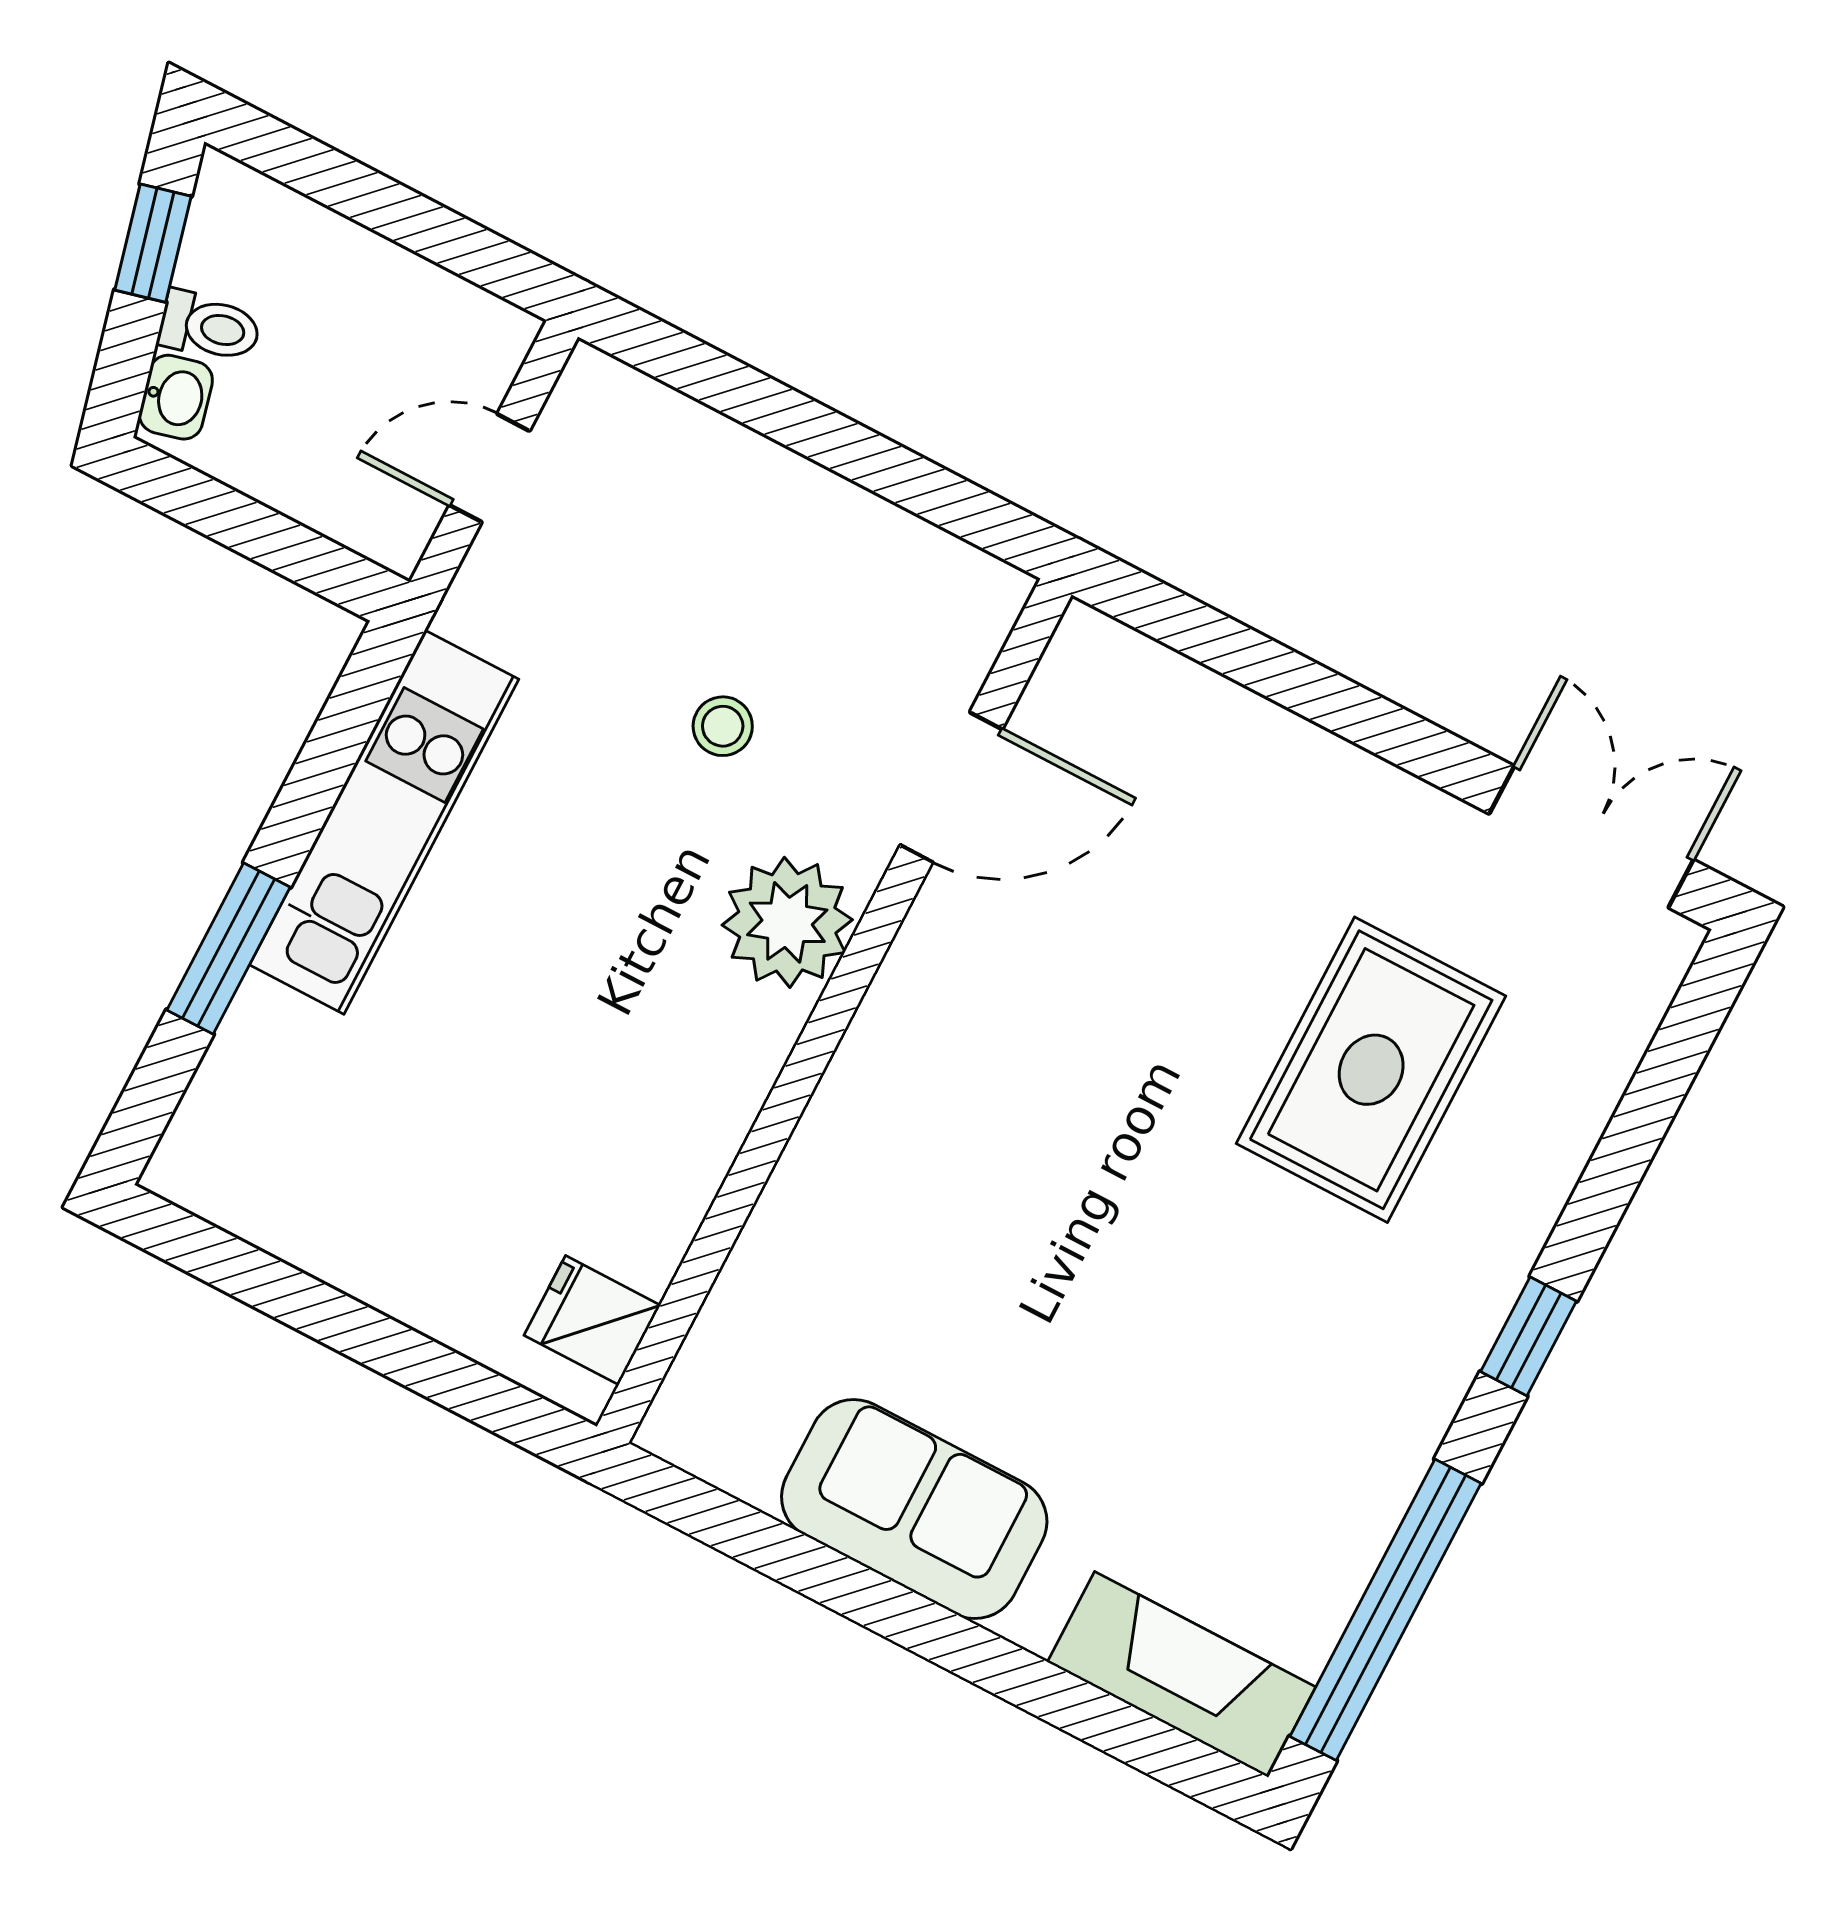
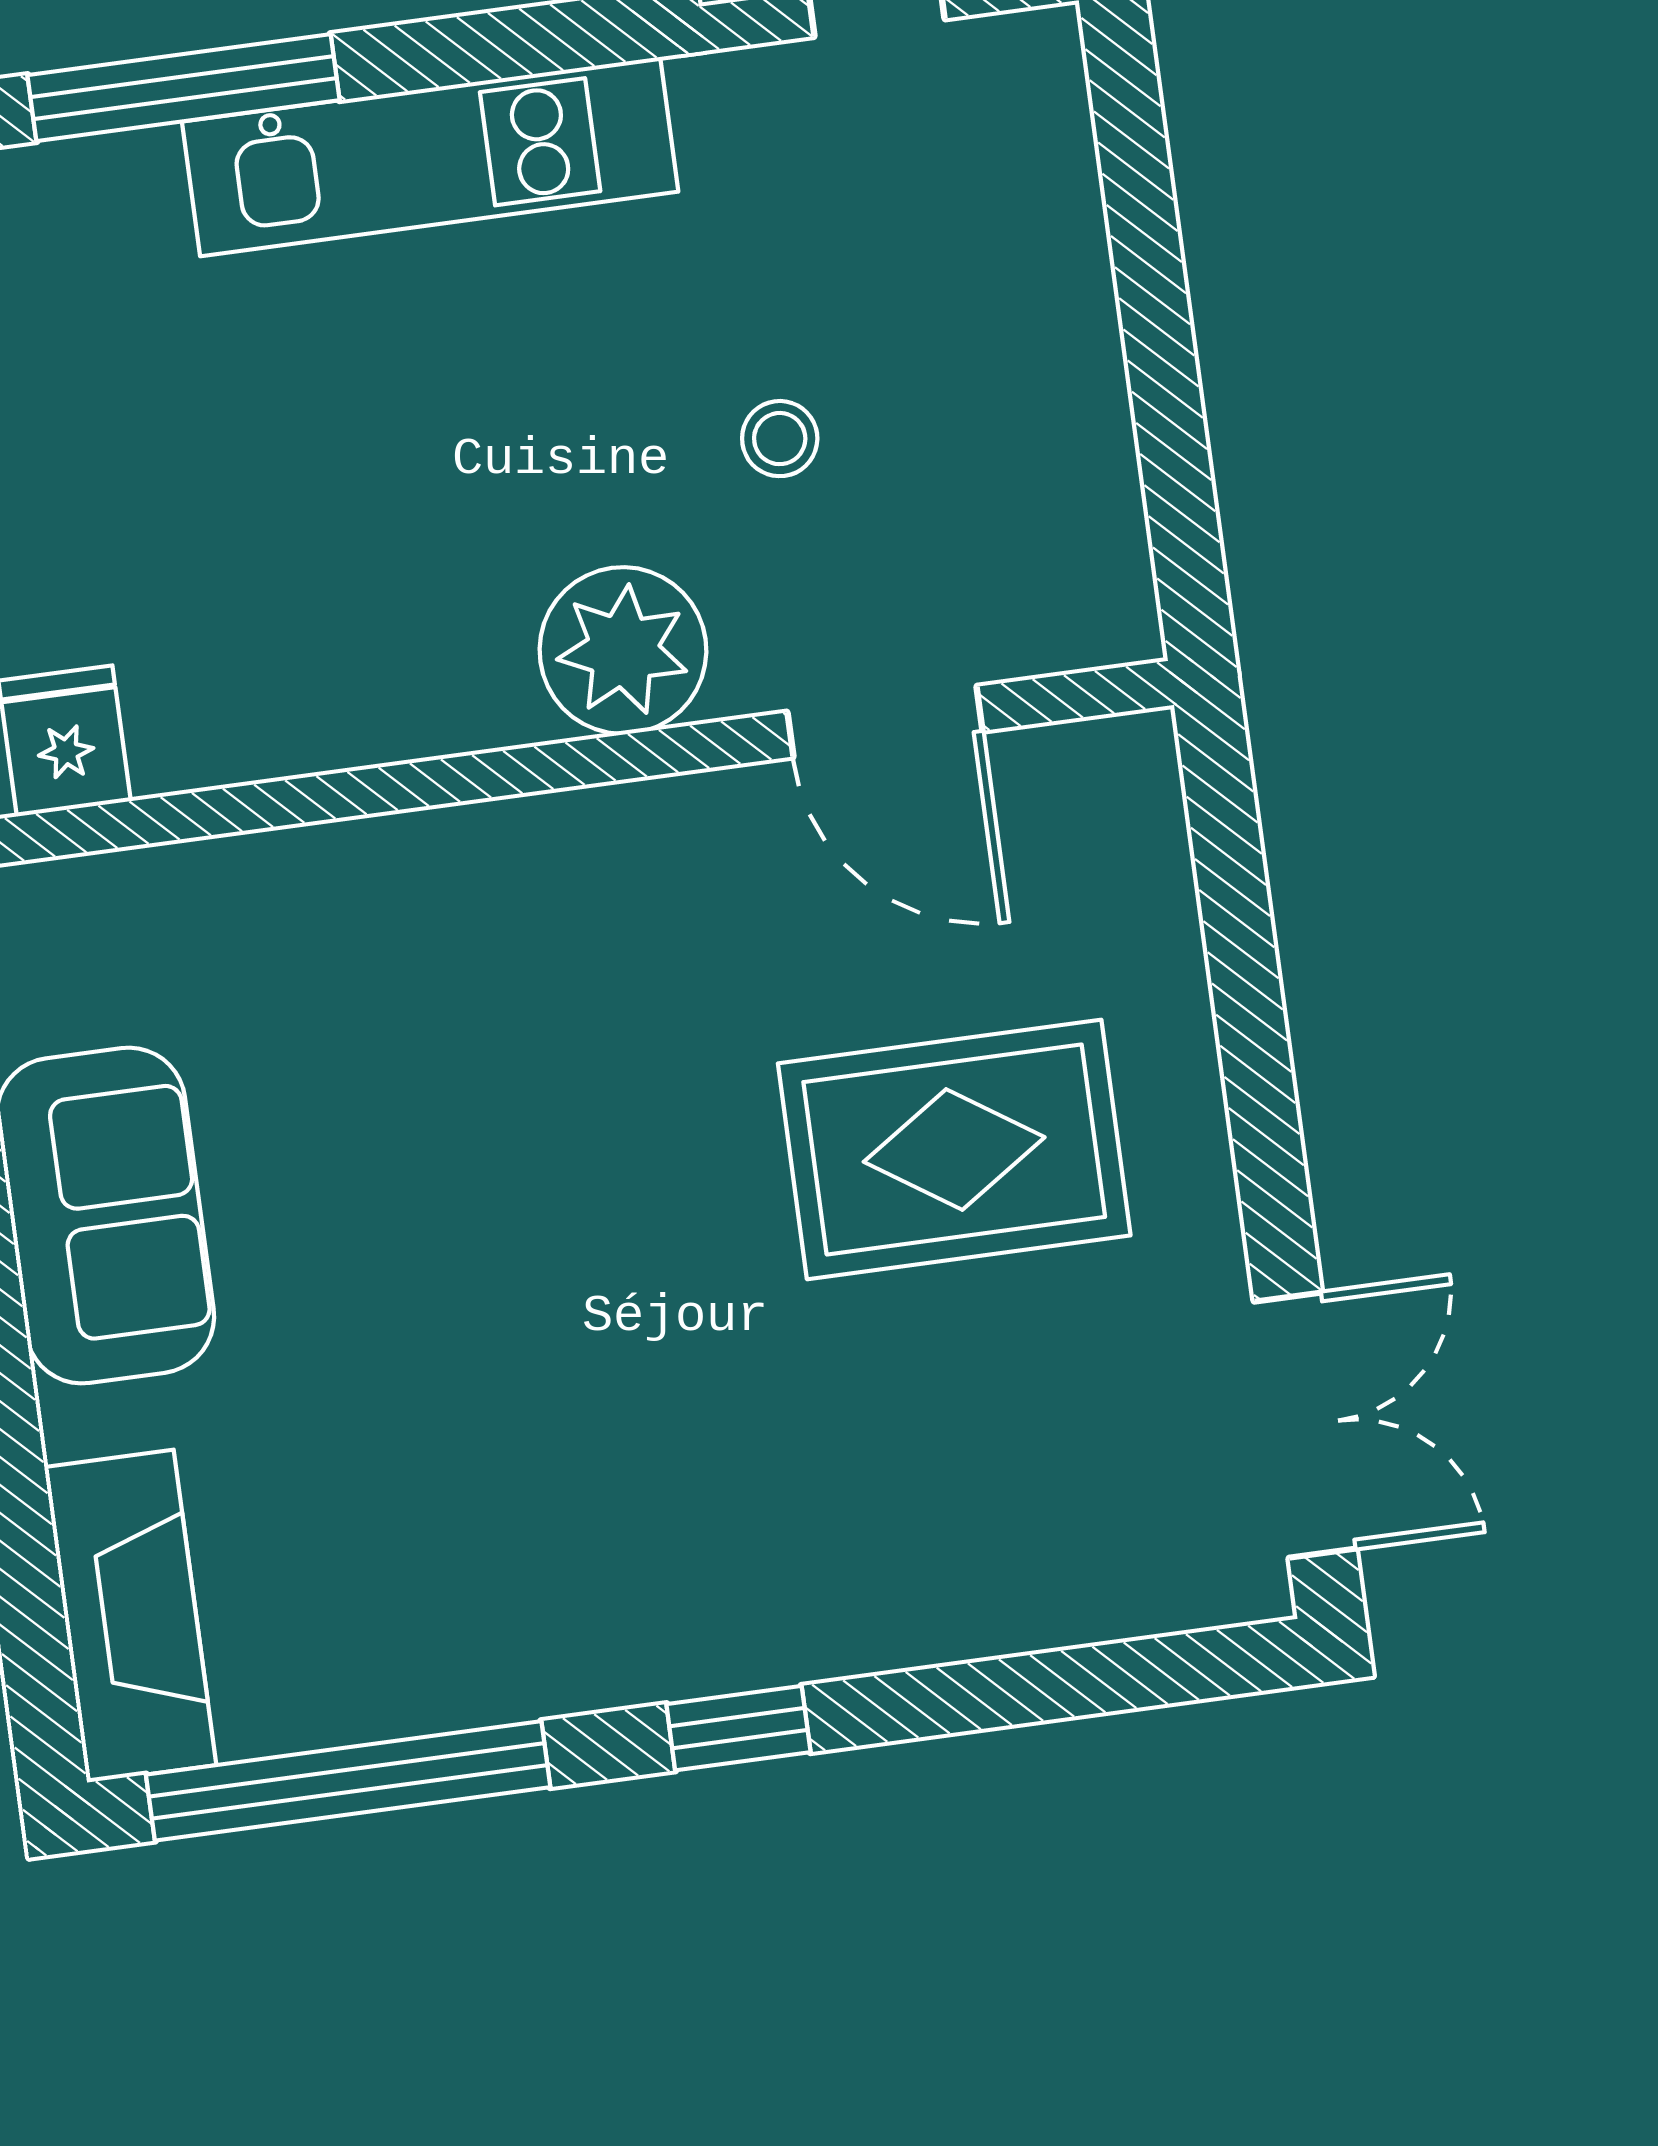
window: (228, 949) -> (183, 88), width x1.44
rug: (1371, 1070) -> (954, 1149), moved

